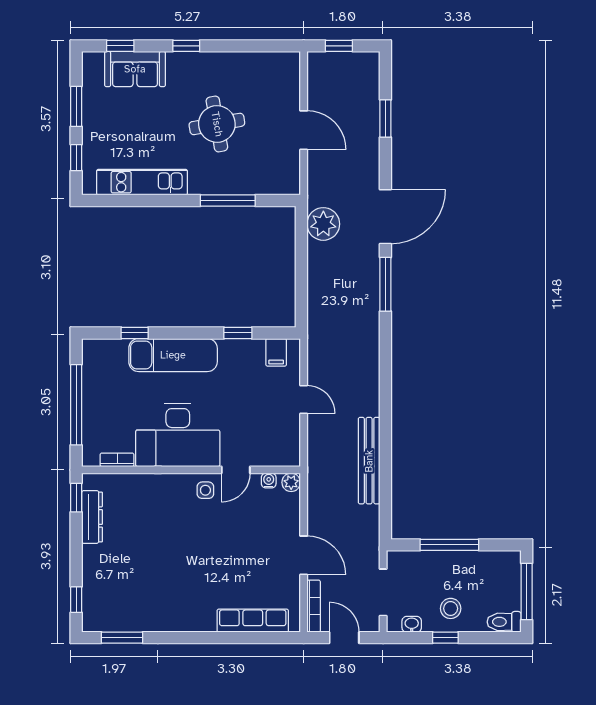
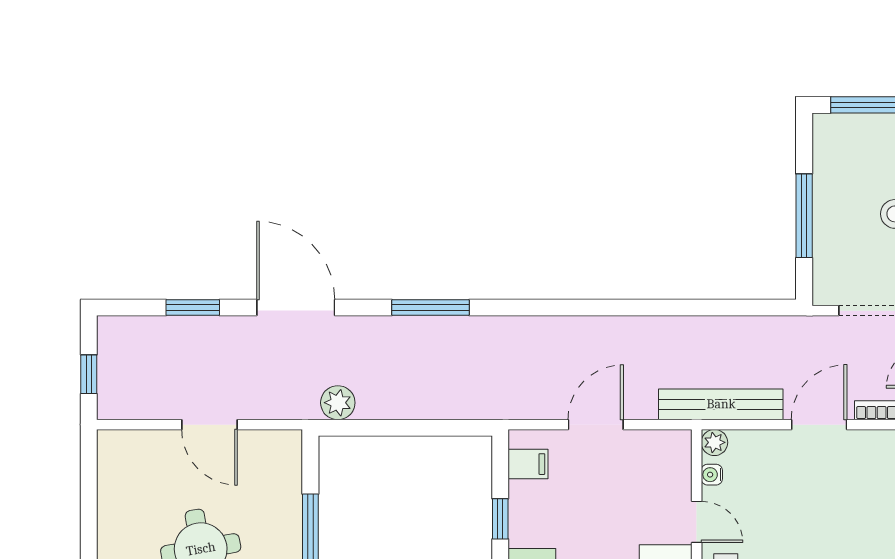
door: (304, 130) -> (209, 425), swing flipped
door: (385, 217) -> (296, 307), moved
plant: (323, 224) -> (338, 403), width x0.73, depth x0.73
door: (304, 400) -> (596, 425), width x1.37
bench: (369, 461) -> (721, 404), moved

